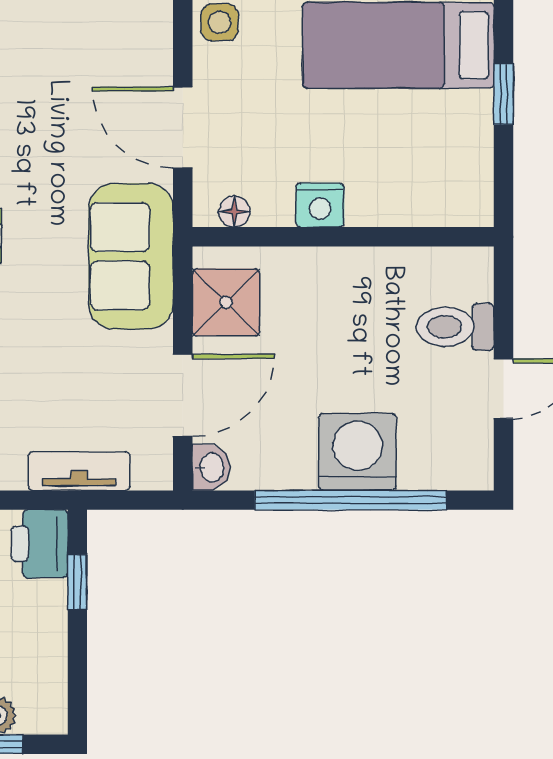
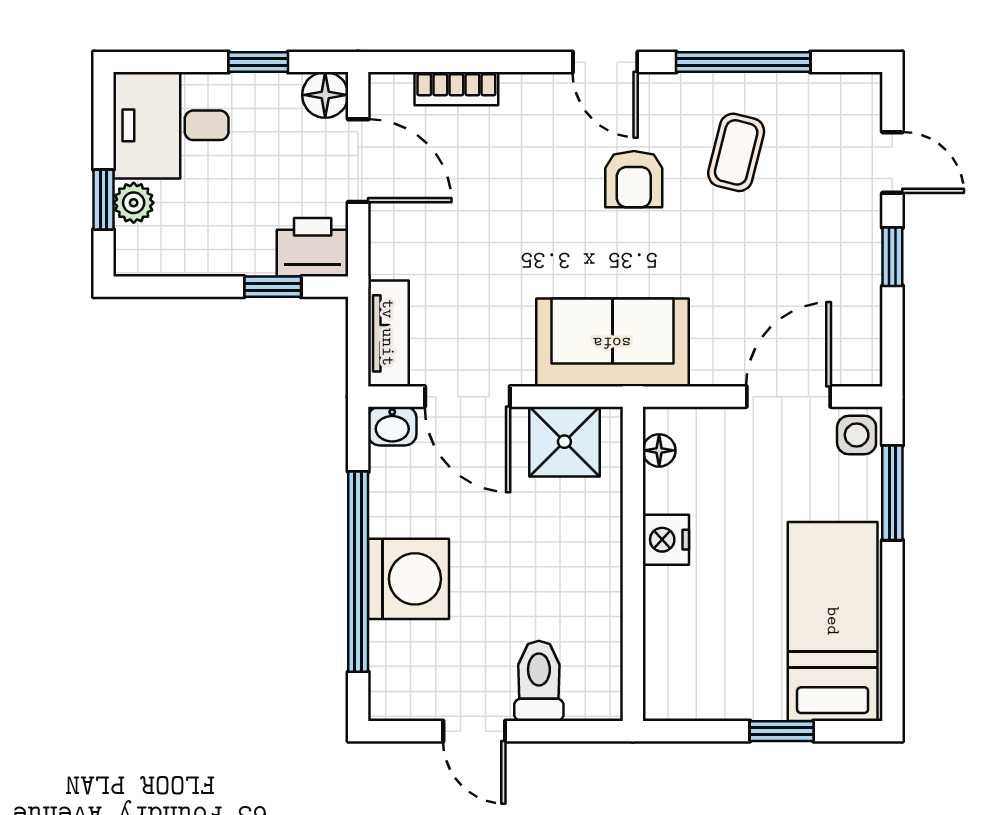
door: (183, 127) -> (788, 397), moved
tv unit: (79, 471) -> (388, 333), moved

